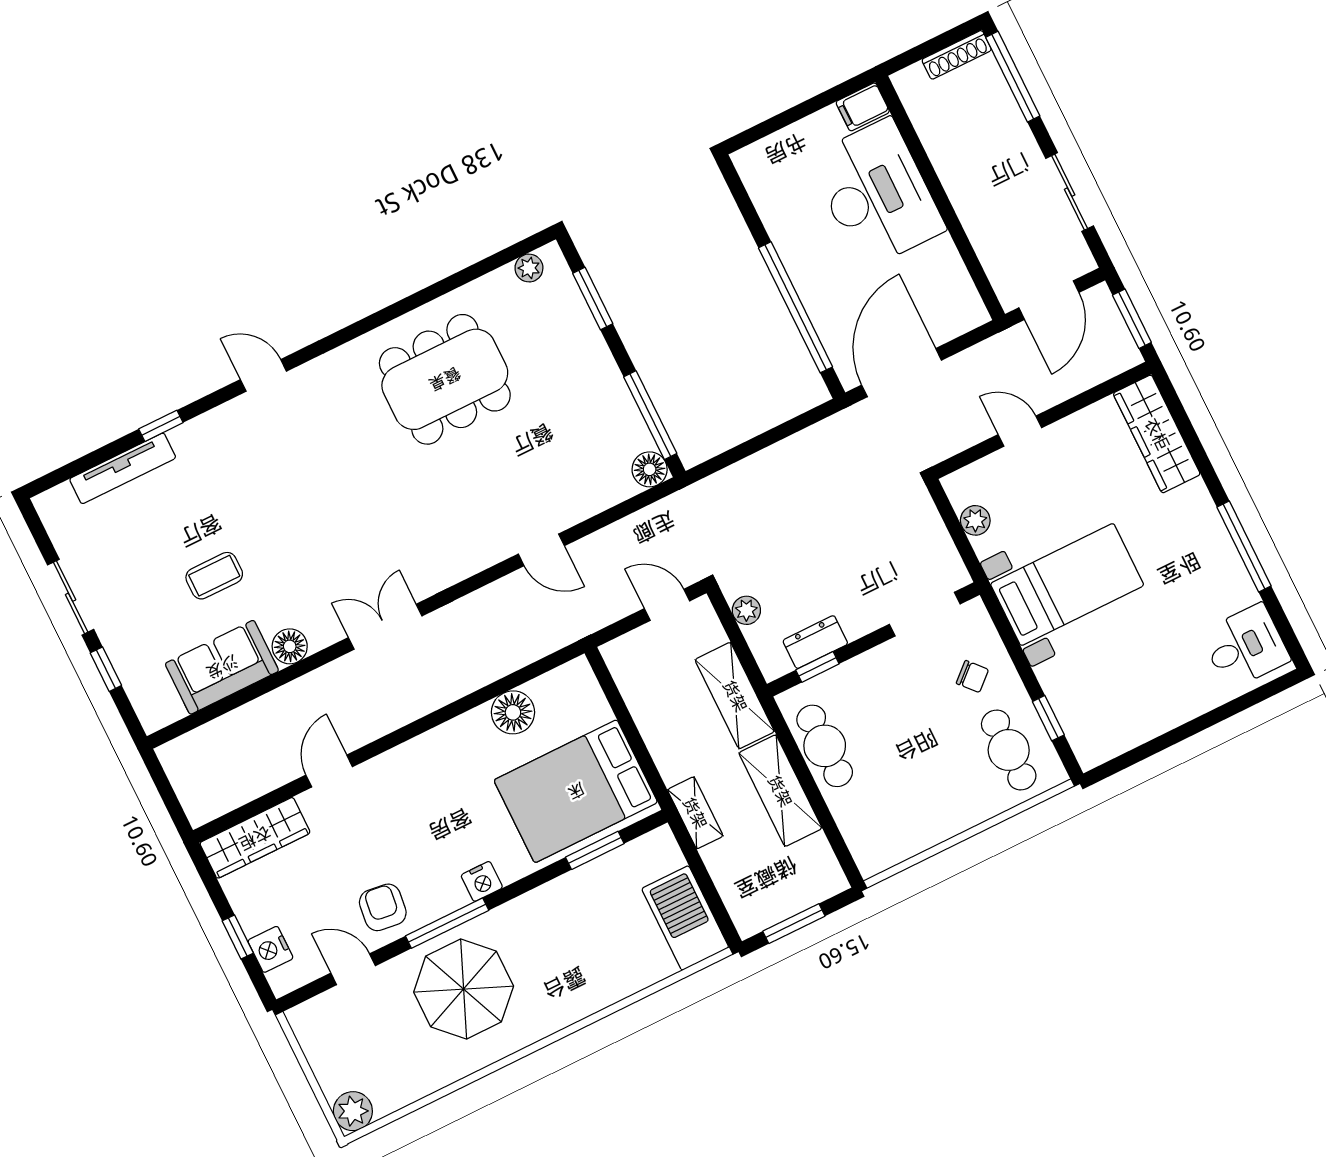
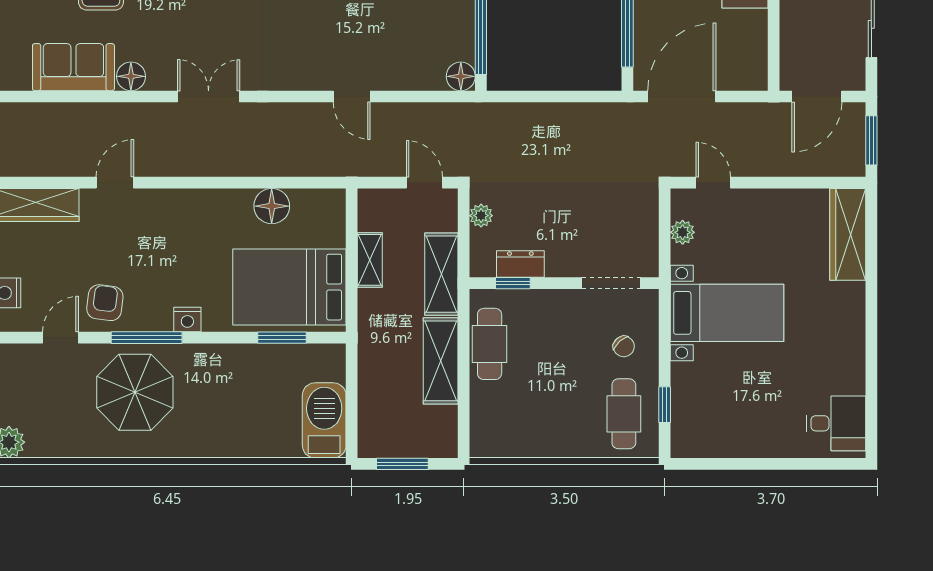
door: (1020, 431) -> (713, 183), moved
window: (1244, 547) -> (871, 349), removed
shelving: (695, 813) -> (370, 260), moved
door: (353, 969) -> (61, 338), hinge flipped

